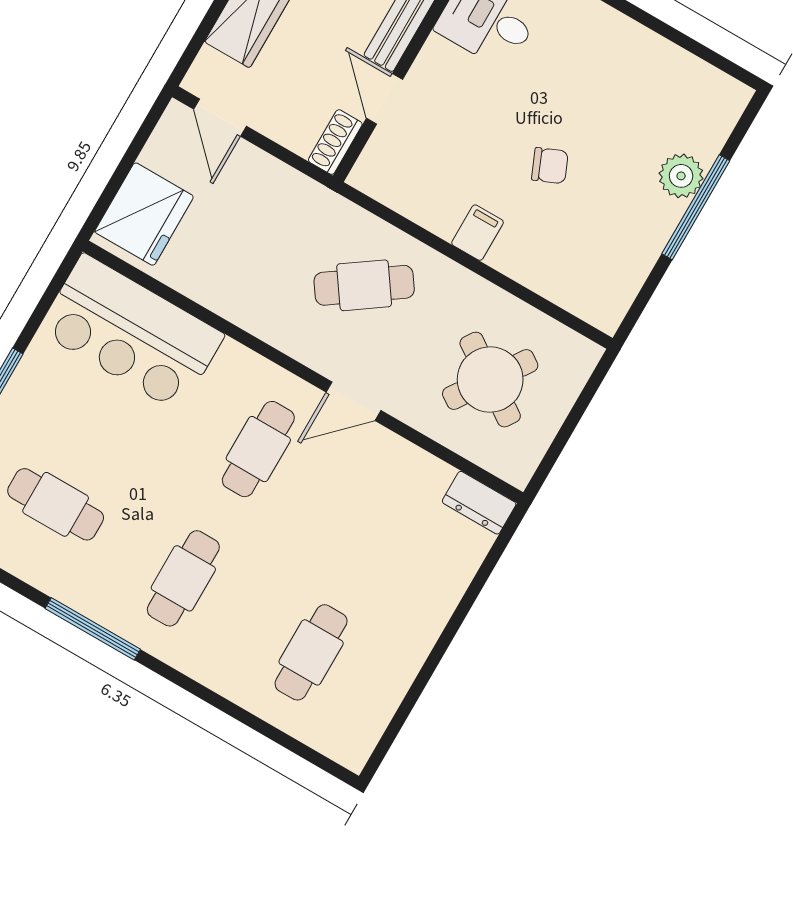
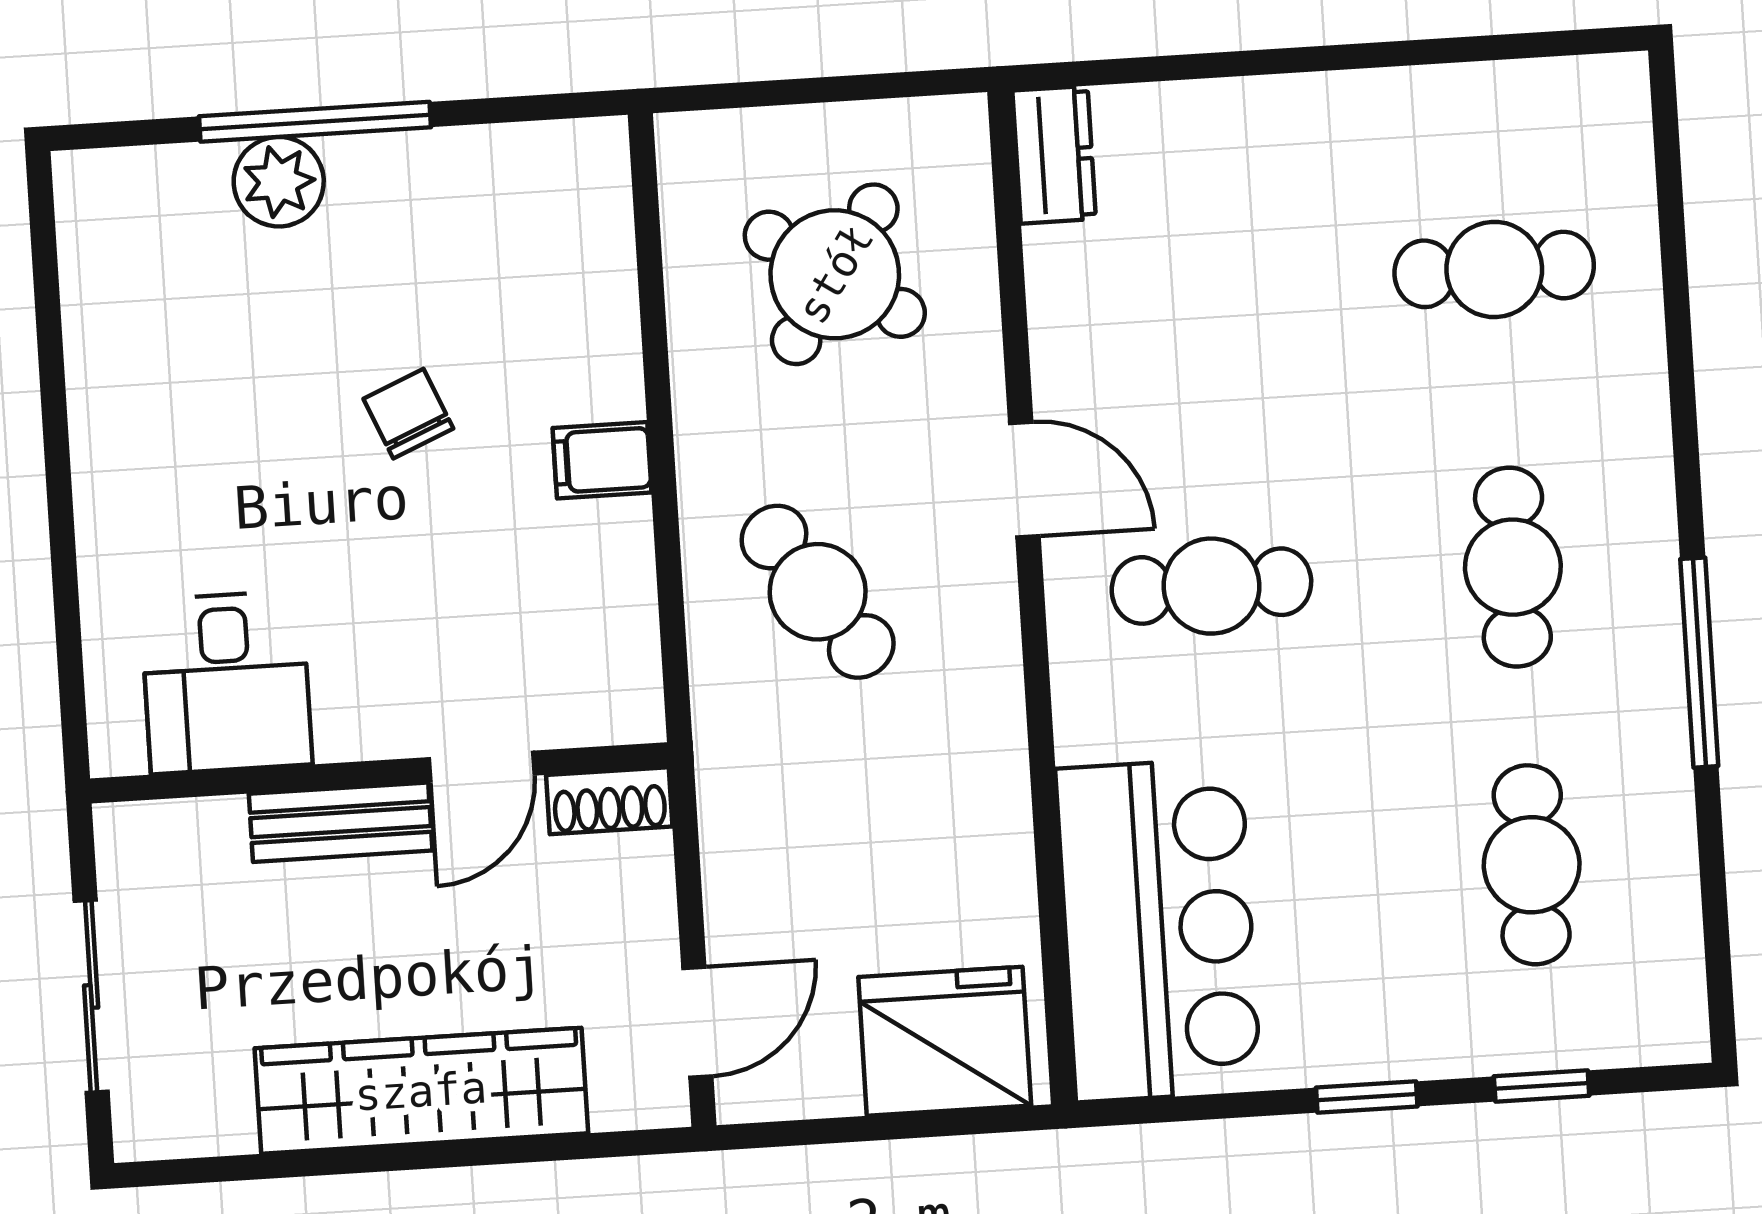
cafe table: (183, 578) -> (1513, 567), turned 90

